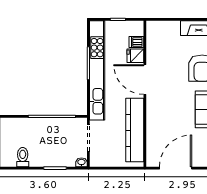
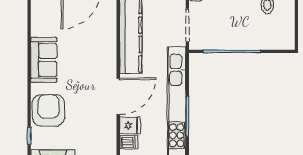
door: (145, 80) -> (118, 96), hinge flipped

